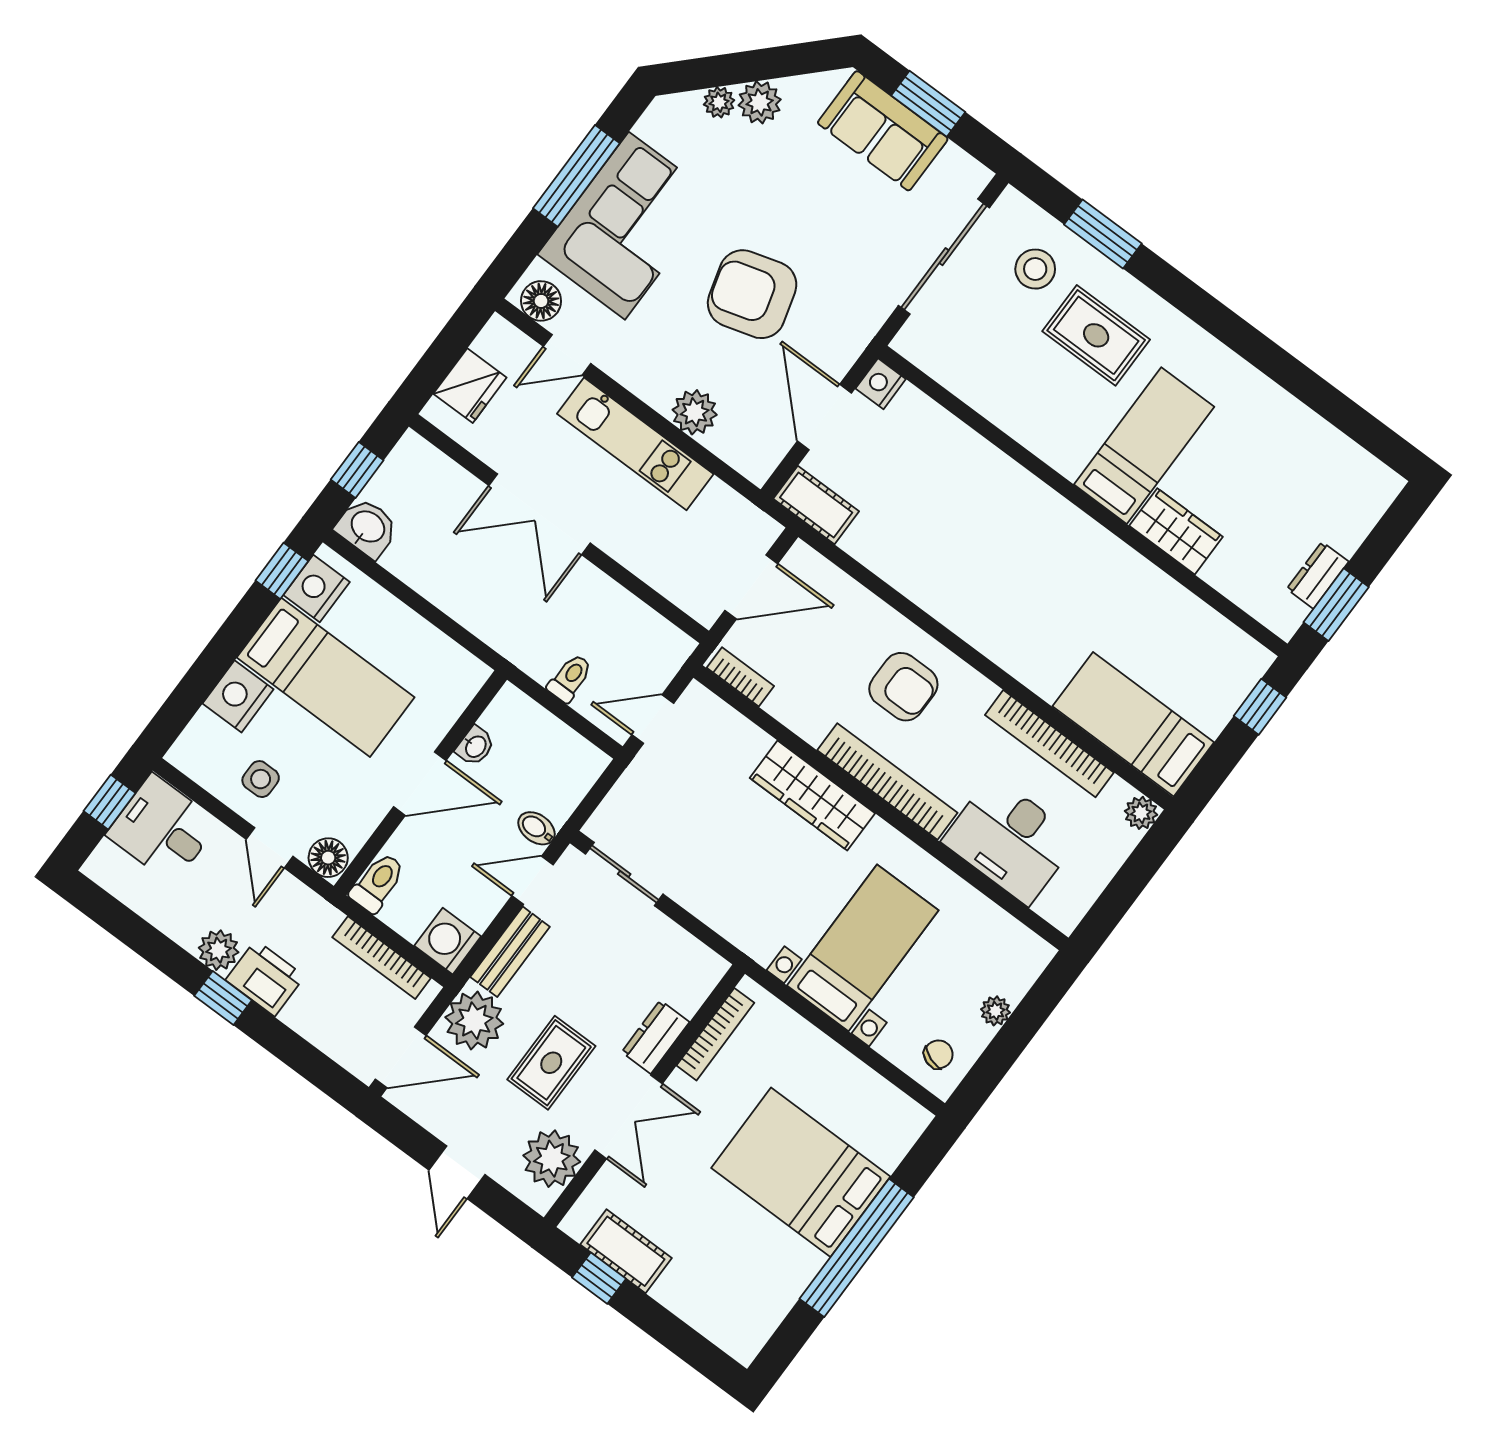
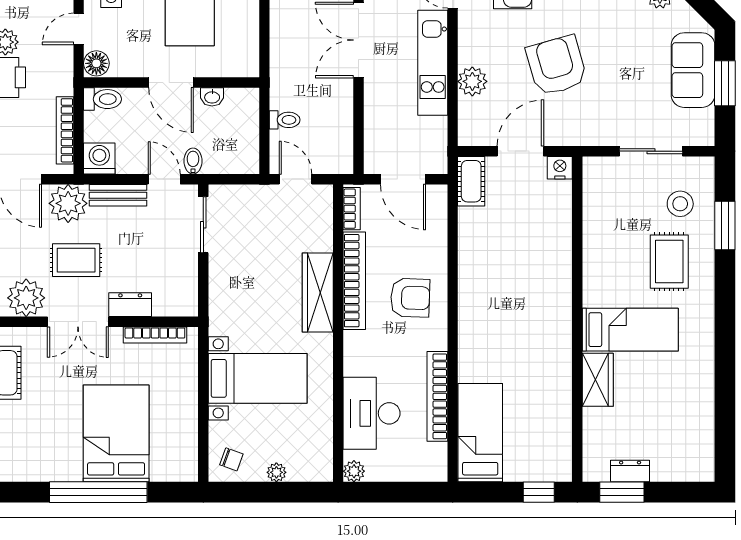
sliding door: (944, 257) -> (651, 151), width x0.73
armchair: (903, 687) -> (410, 298), turned -88
bookcase: (887, 782) -> (354, 281), moved
plant: (1141, 813) -> (354, 471), moved

